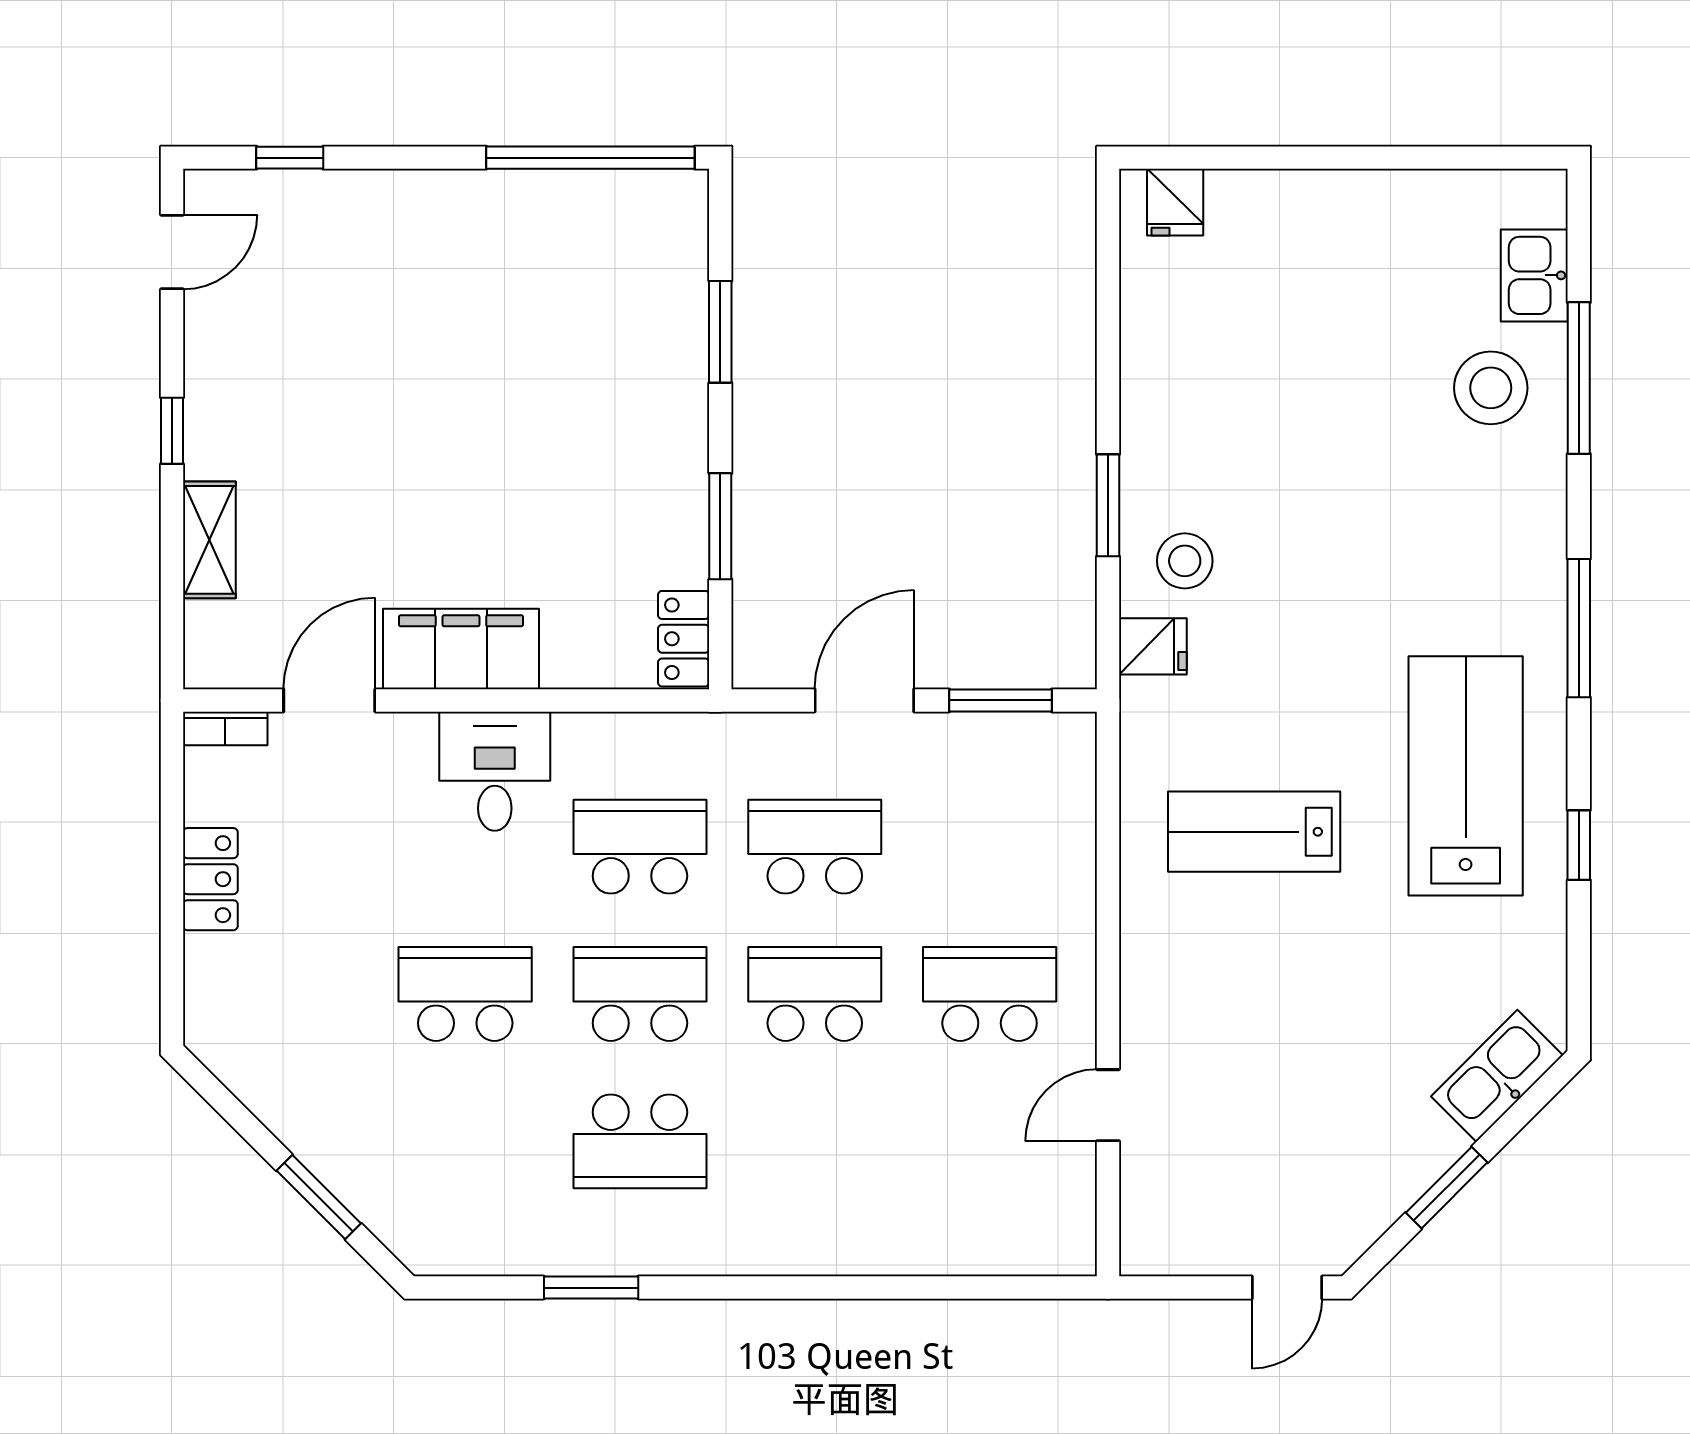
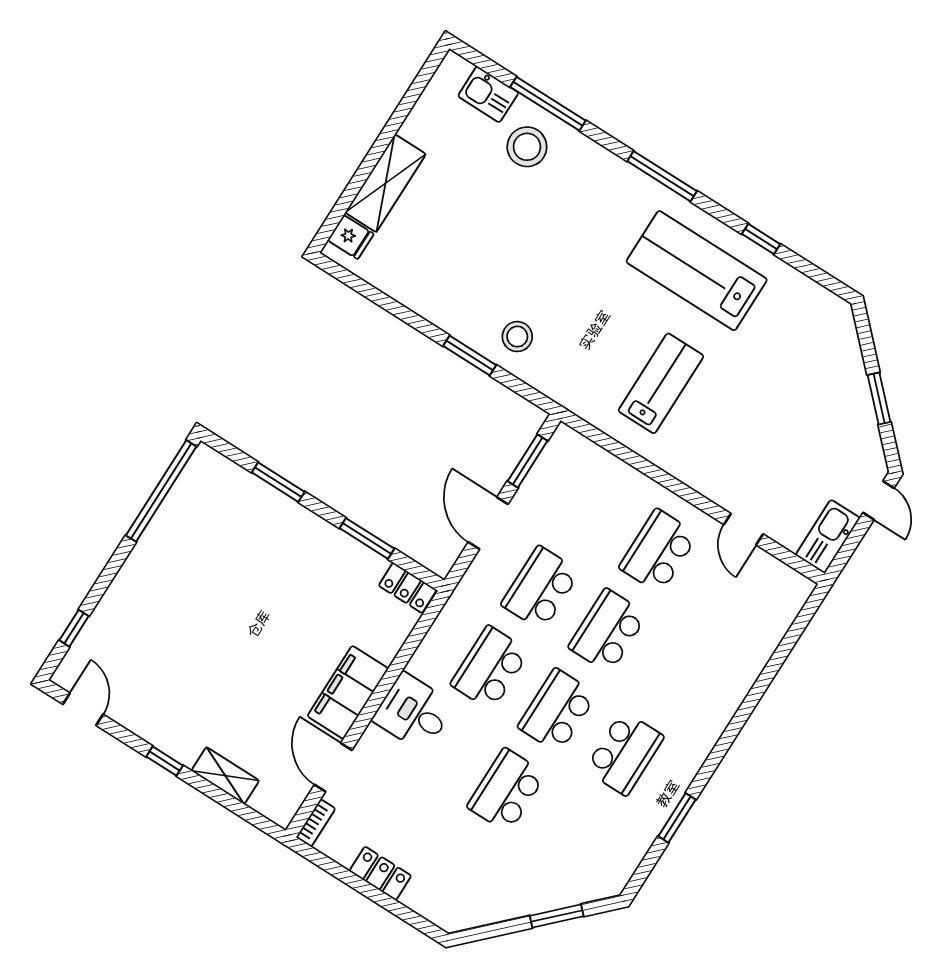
shelving: (1294, 203) -> (386, 183), added
fridge: (1153, 646) -> (547, 376), removed
lab bench: (1254, 832) -> (661, 383), turned 180
kitchen sink: (1497, 1076) -> (828, 536), moved, turned 45

